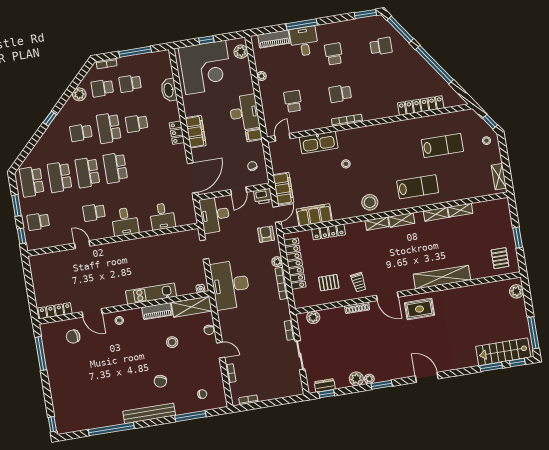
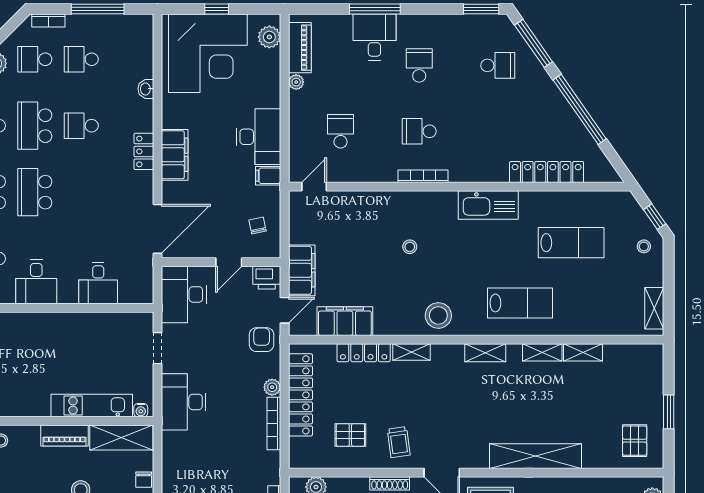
piano: (274, 39) -> (300, 48), moved, turned -90
washbasin: (169, 90) -> (146, 89), width x0.52, depth x0.69
kitchen sink: (319, 143) -> (488, 205), moved
shelving: (377, 224) -> (412, 352), moved
desk: (230, 285) -> (184, 402), width x0.73, depth x0.77
kitchen unit: (151, 294) -> (92, 406), moved

